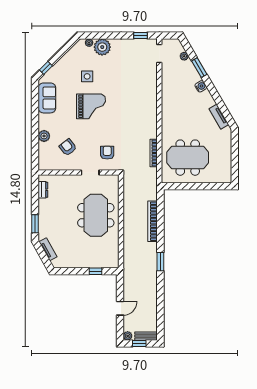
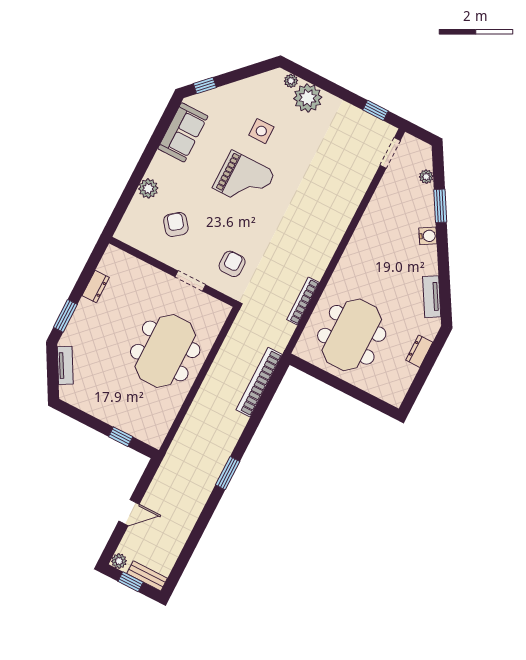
dresser: (227, 148) -> (419, 351), added
meeting table: (188, 158) -> (352, 335), turned 90
dresser: (43, 190) -> (96, 287), moved
bookcase: (153, 221) -> (259, 382), moved

